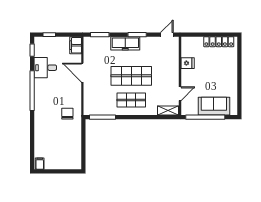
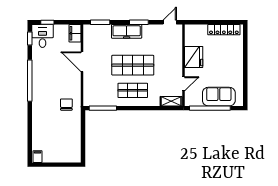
fridge: (188, 63) -> (194, 57), width x1.88, depth x1.34
desk: (45, 68) -> (42, 36), moved, turned 90

